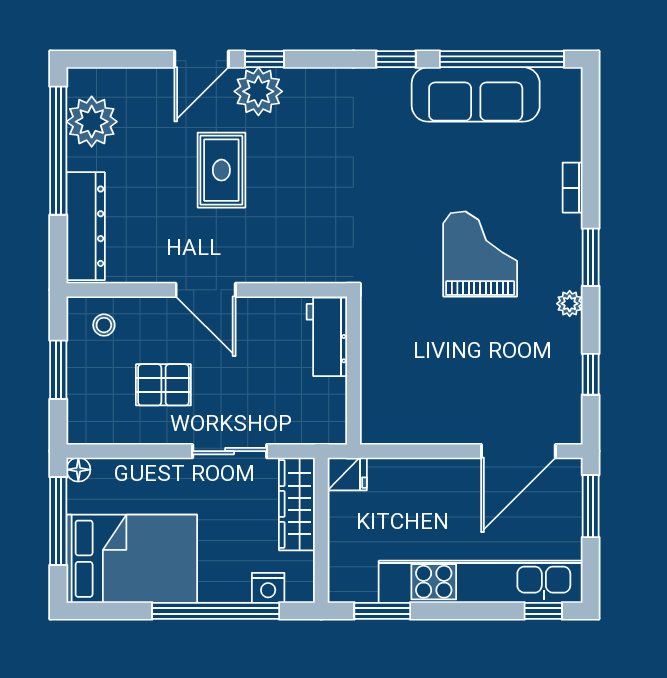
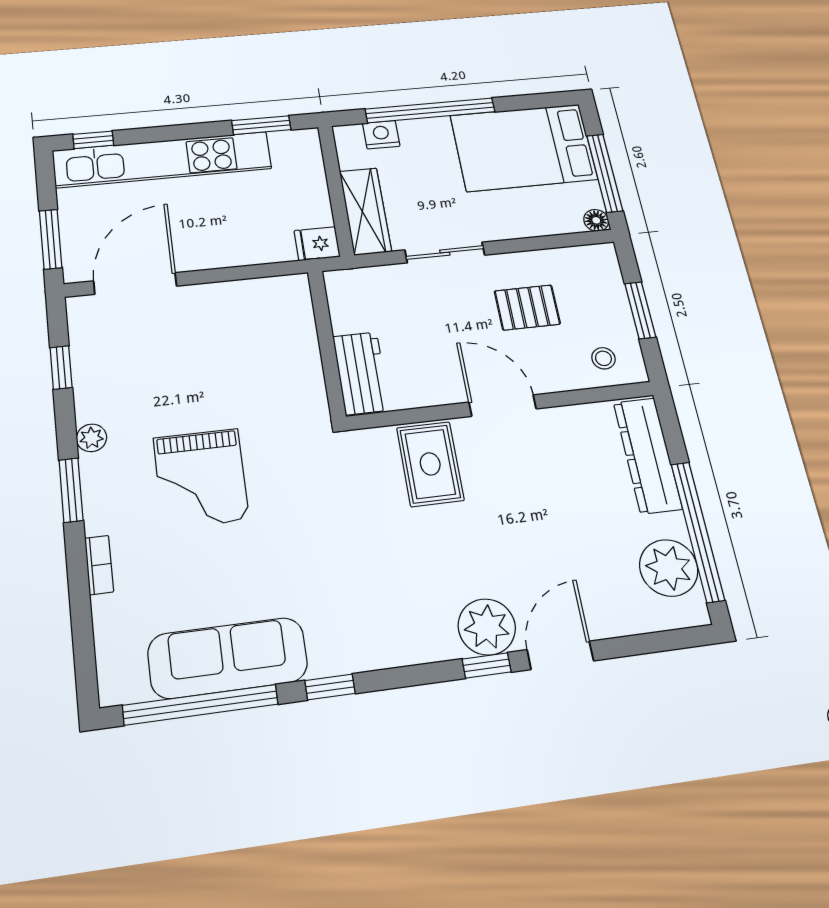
rug: (221, 170) -> (430, 464), moved

